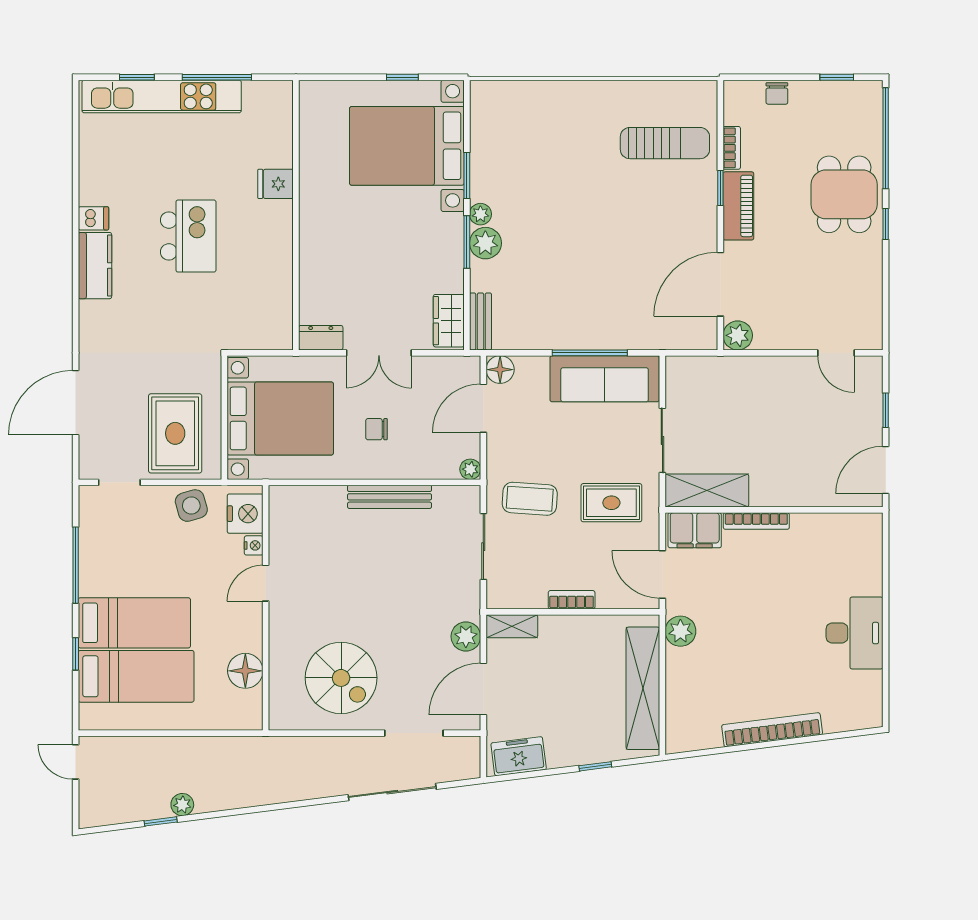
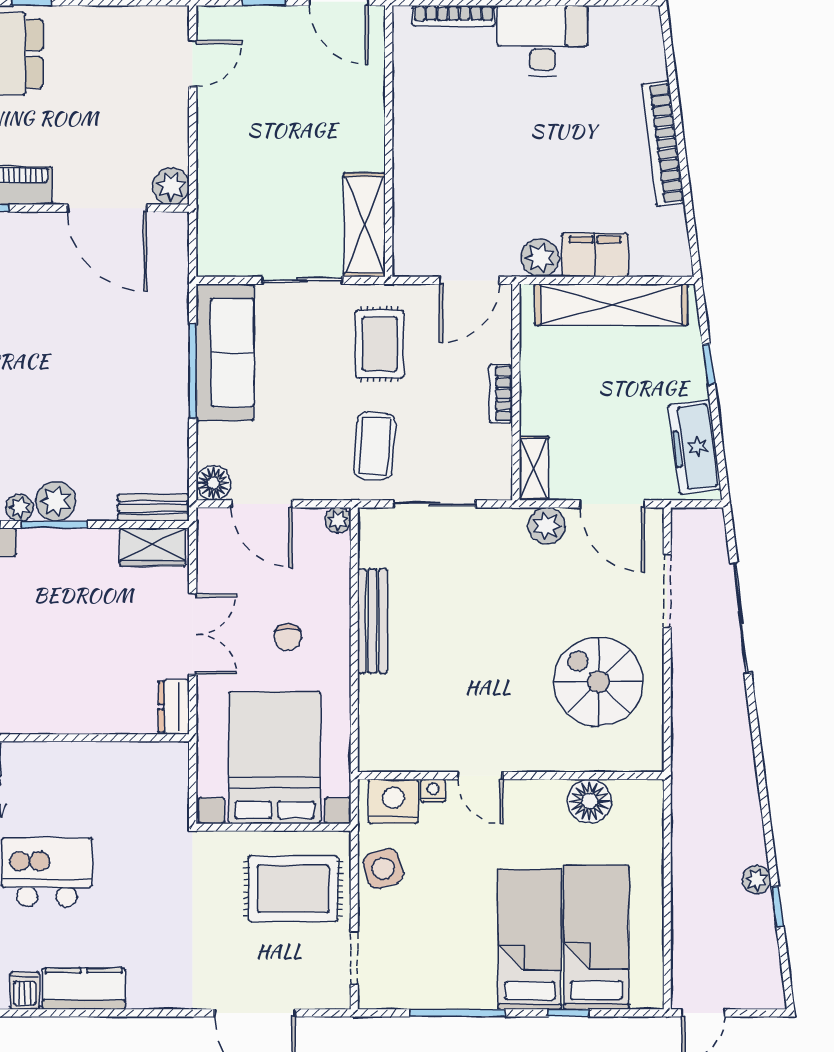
bookcase: (756, 521) -> (454, 16), moved, turned 90
filing cabinet: (695, 530) -> (595, 255), moved, turned -90
spiral stairs: (341, 678) -> (598, 682), turned -90
freezer: (519, 756) -> (695, 447), width x1.40

